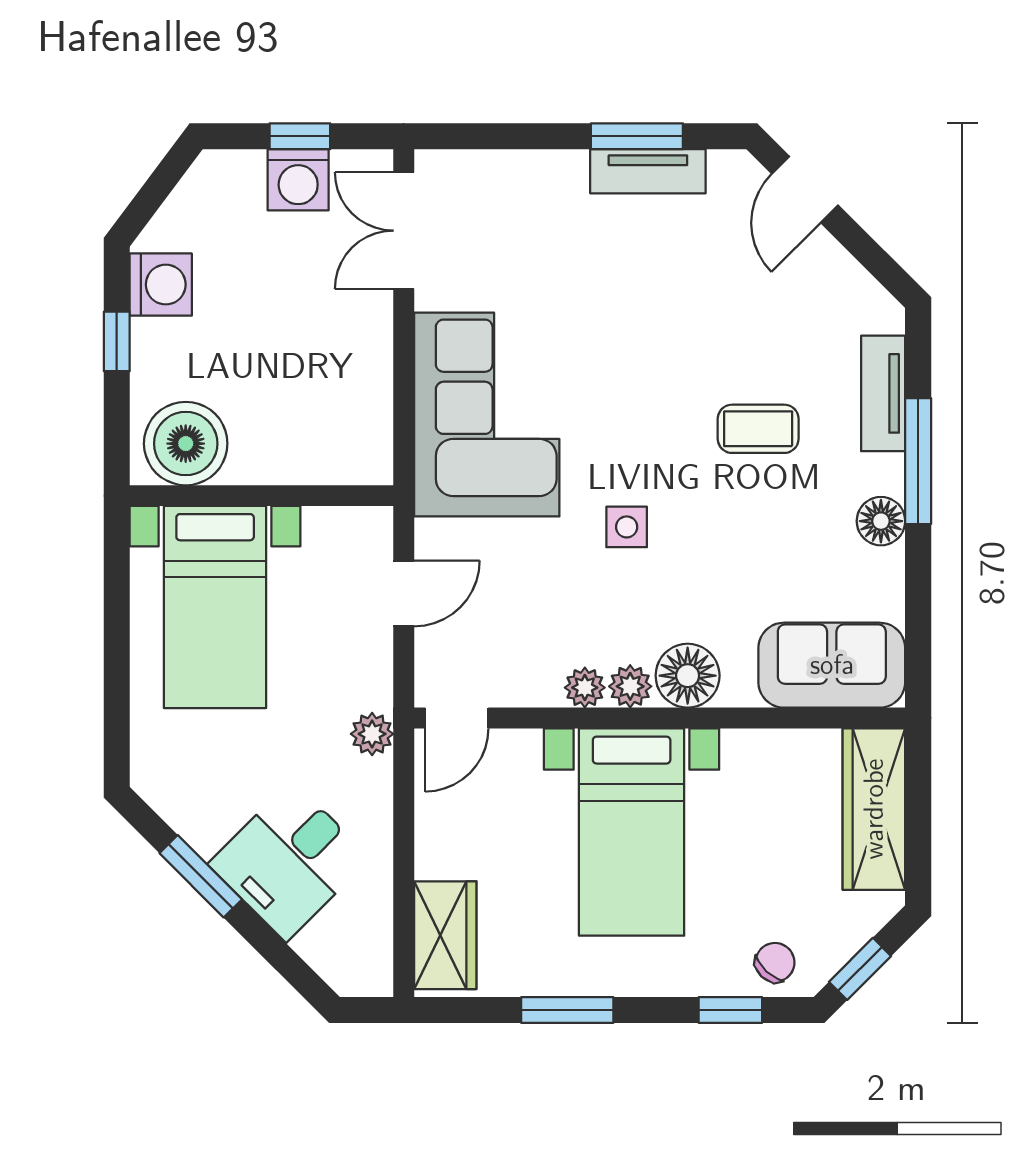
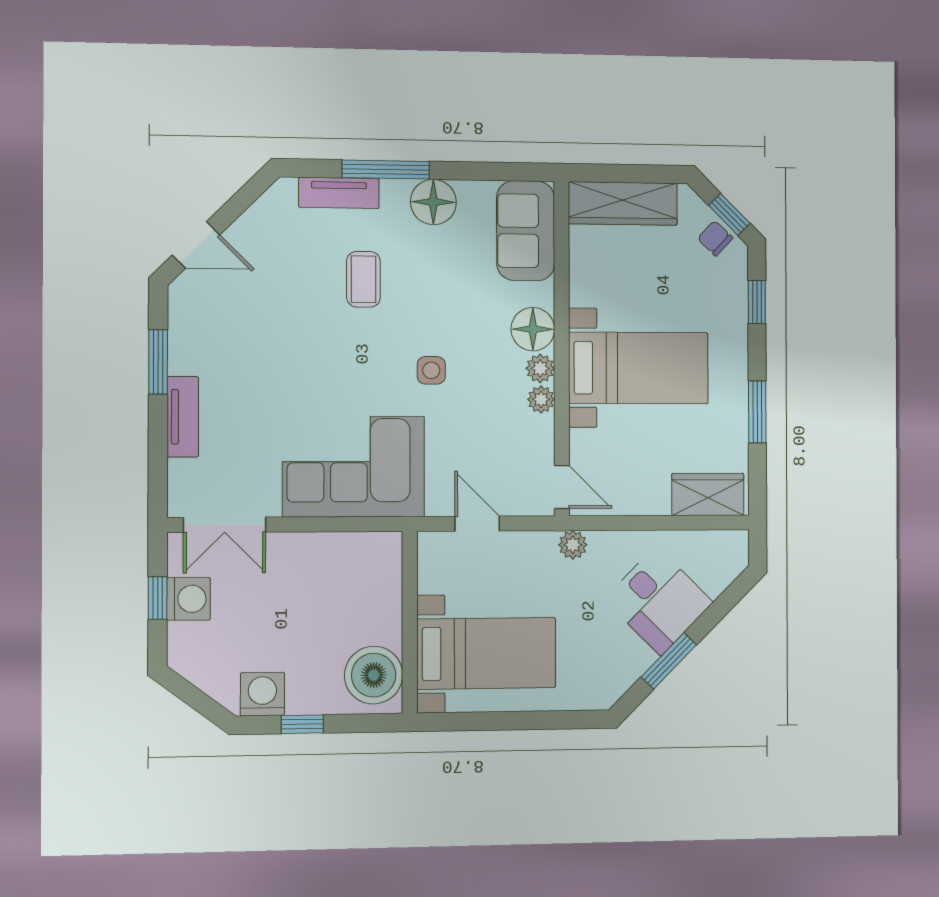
tv unit: (648, 171) -> (183, 417), moved
floor lamp: (881, 521) -> (433, 202), width x1.38, depth x1.38
chair: (775, 962) -> (715, 238), moved

